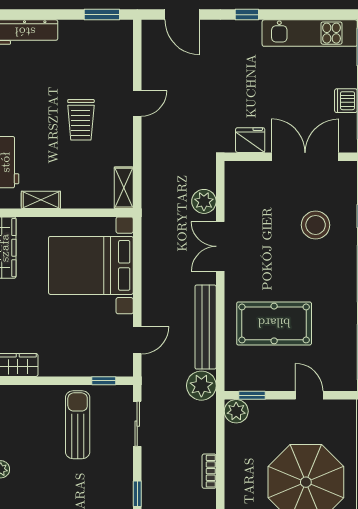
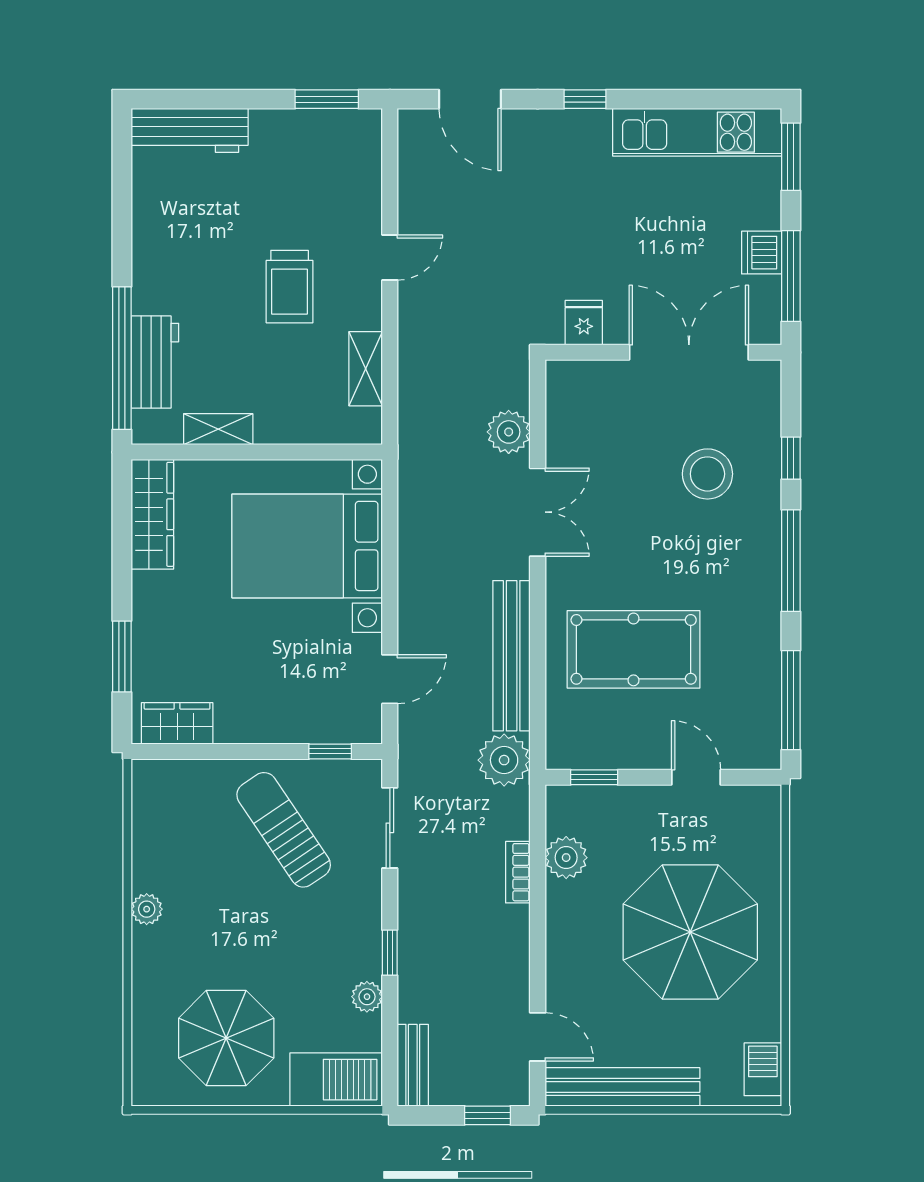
fridge: (250, 140) -> (584, 323), width x0.72
shelving: (124, 188) -> (366, 369), moved
double door: (220, 246) -> (538, 512), swing flipped
plant: (236, 411) -> (566, 858), moved
sun lounger: (78, 425) -> (284, 830), turned -34
bookcase: (209, 471) -> (518, 872), moved

